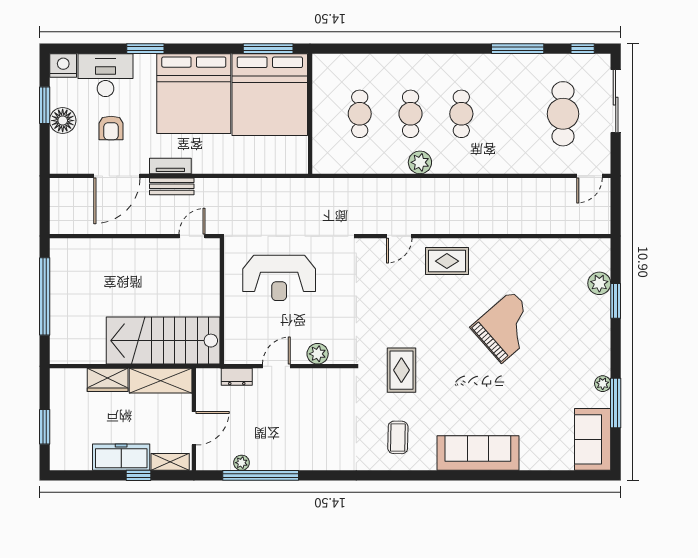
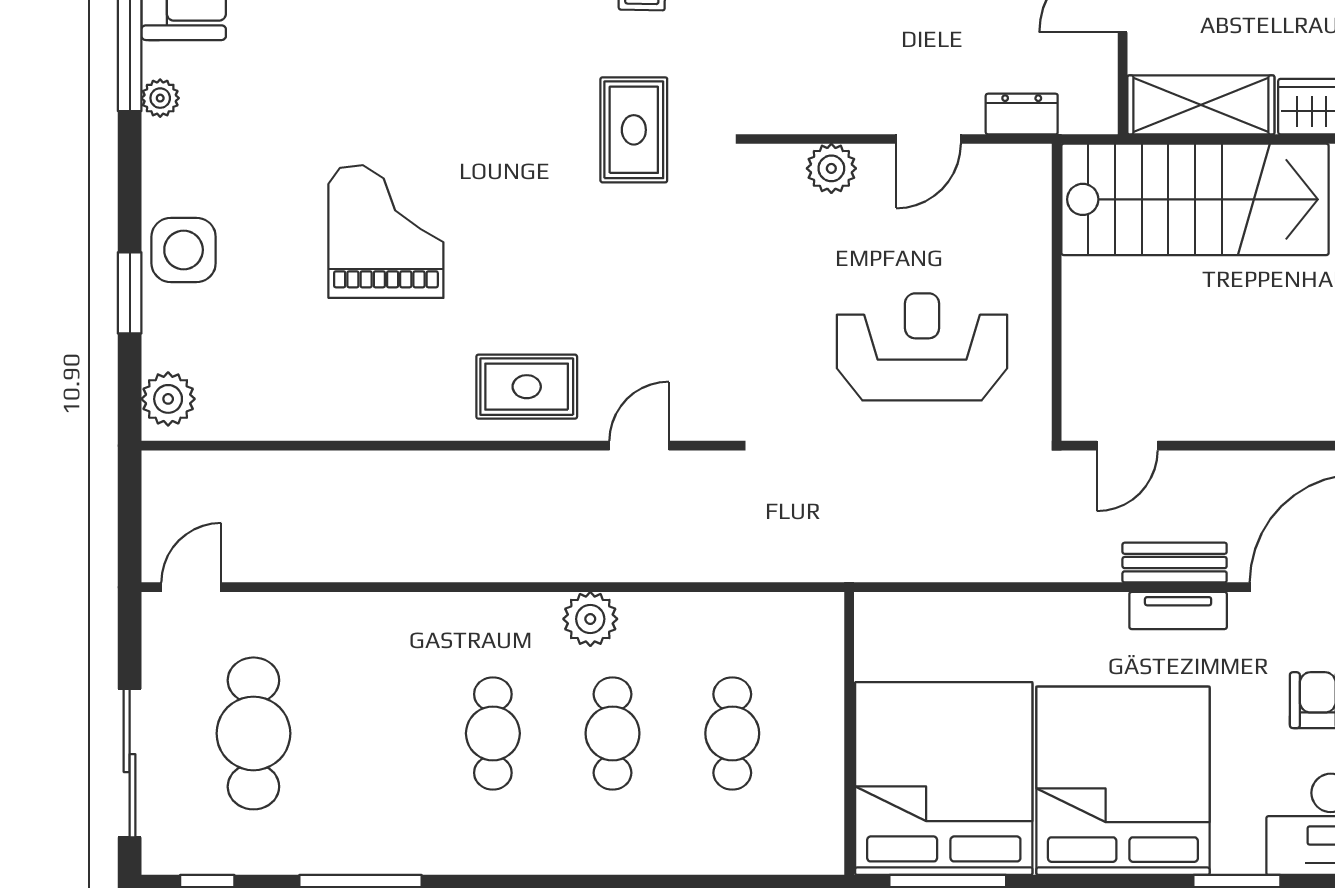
plant: (599, 283) -> (168, 399), moved
side table: (593, 319) -> (184, 250), added
grand piano: (507, 327) -> (386, 232), turned 131

